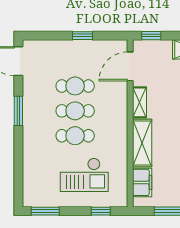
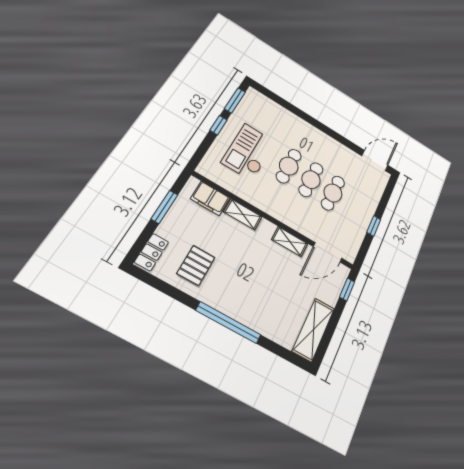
door: (130, 66) -> (328, 252), swing flipped
window: (18, 111) -> (334, 135), removed
shelving: (142, 143) -> (243, 214), width x0.67, depth x0.75
window: (101, 211) -> (219, 125), moved

